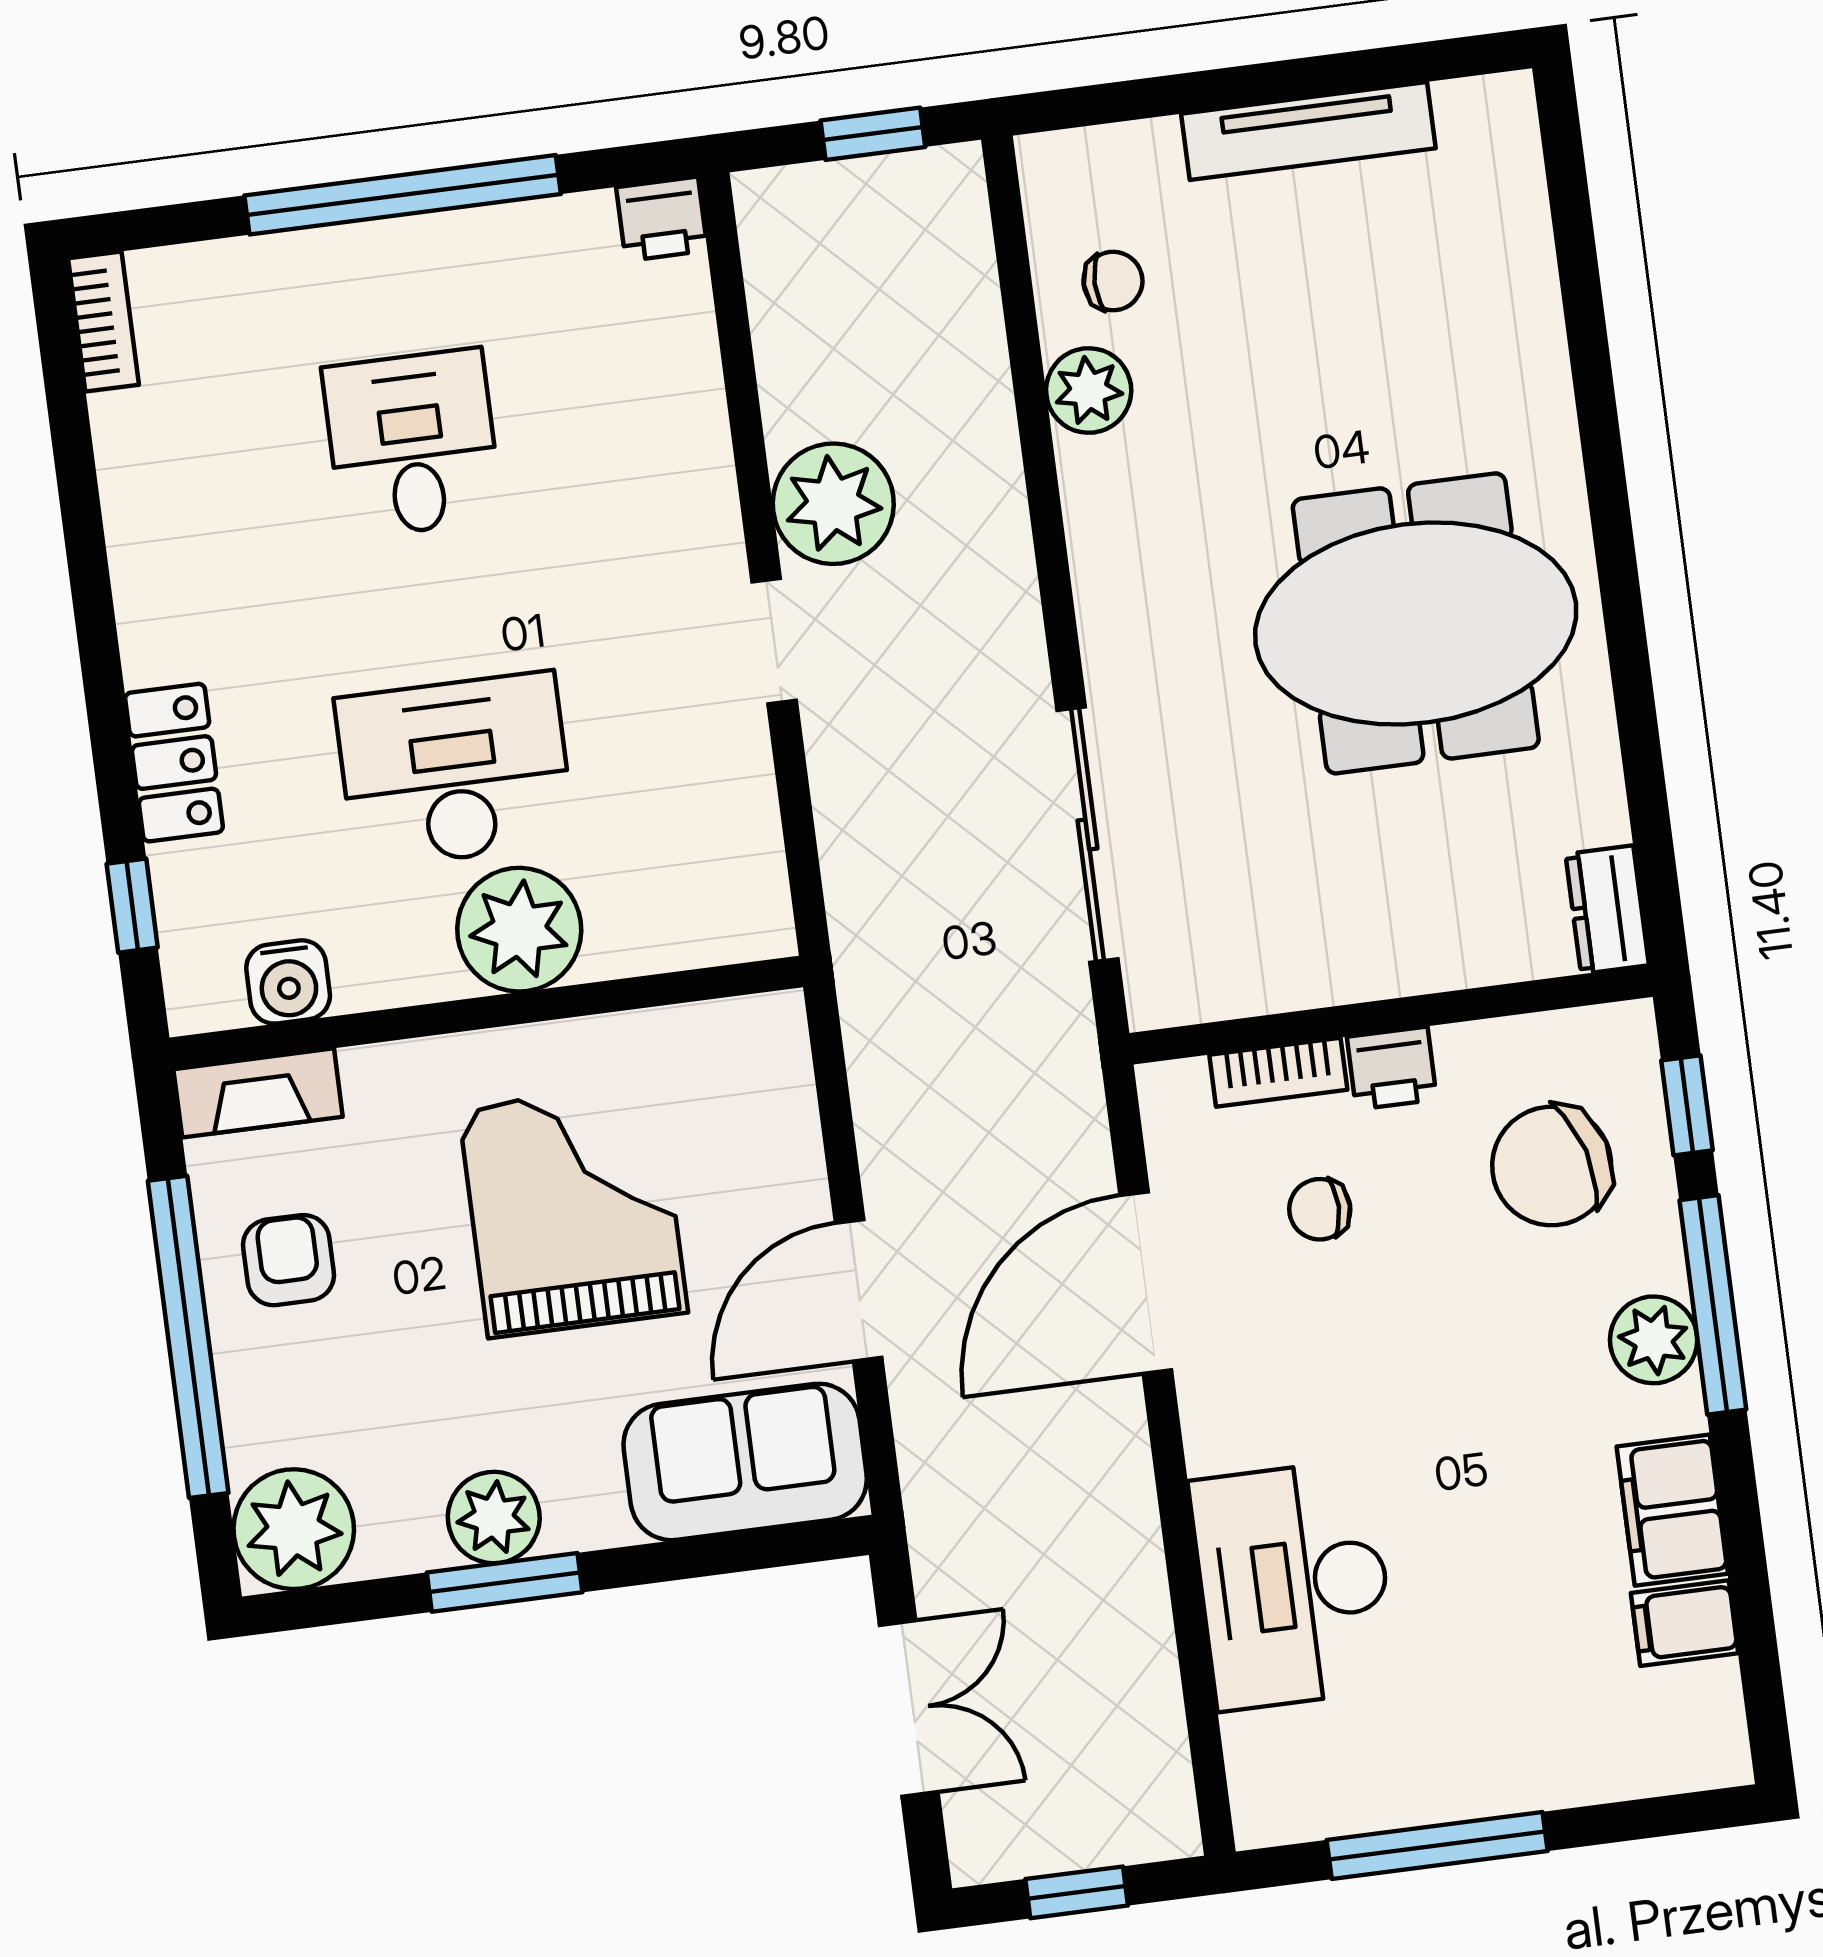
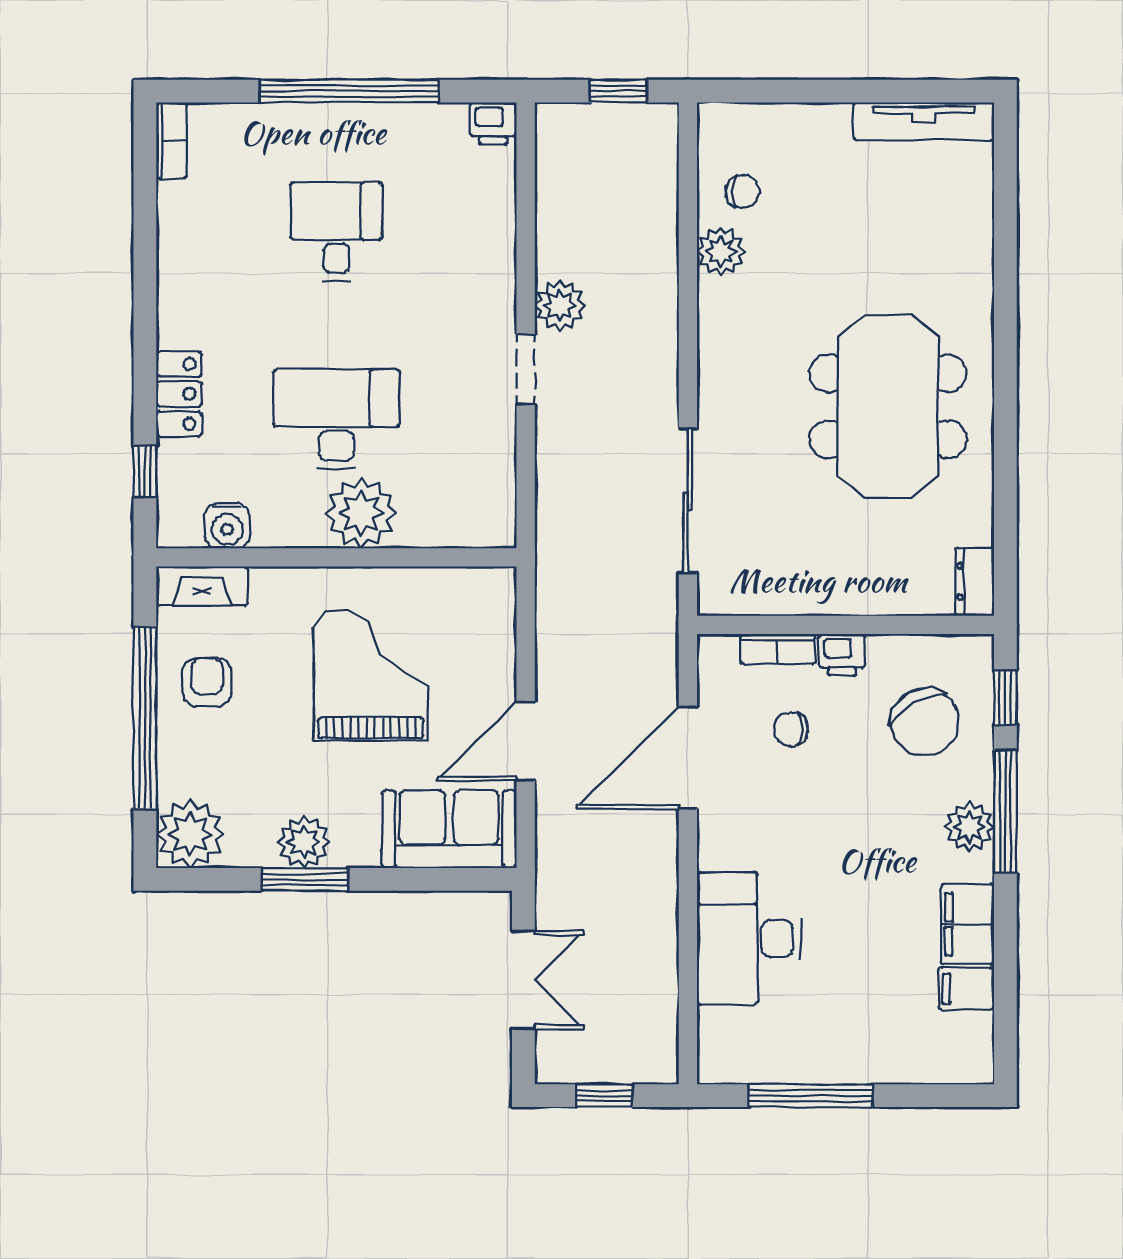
tv unit: (1308, 131) -> (924, 121), moved
plant: (833, 504) -> (560, 306), width x0.73, depth x0.73
meeting table: (1416, 623) -> (888, 406), turned 90
chair: (1552, 1166) -> (925, 722), turned -103

